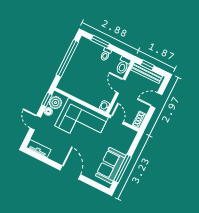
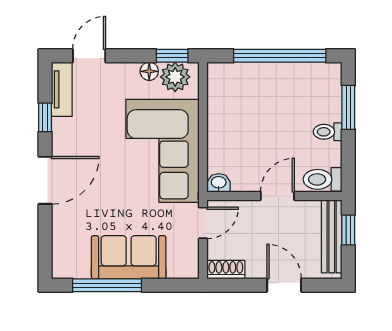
door: (35, 123) -> (89, 56), moved
window: (46, 160) -> (45, 117), added
sofa: (111, 166) -> (129, 257), moved

